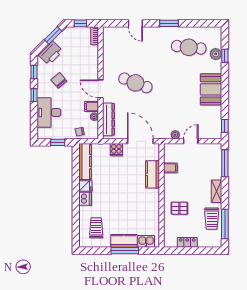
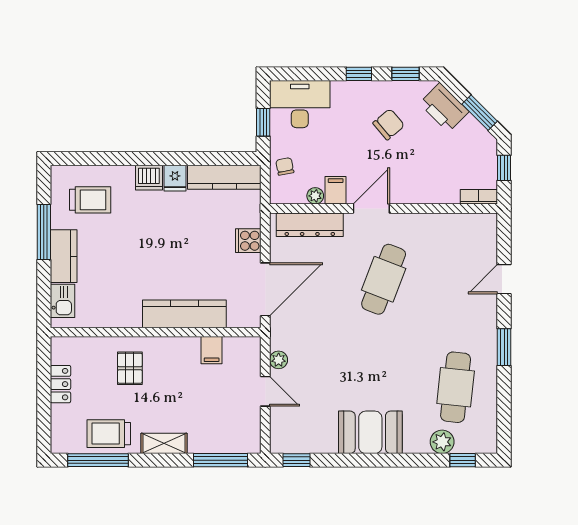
window: (225, 56) -> (463, 460), moved
desk: (49, 112) -> (300, 104), moved
kitchen counter: (153, 174) -> (184, 314), width x1.50
window: (125, 251) -> (44, 232), moved

